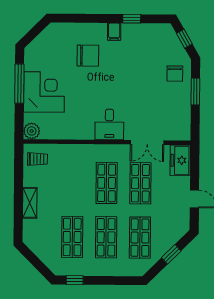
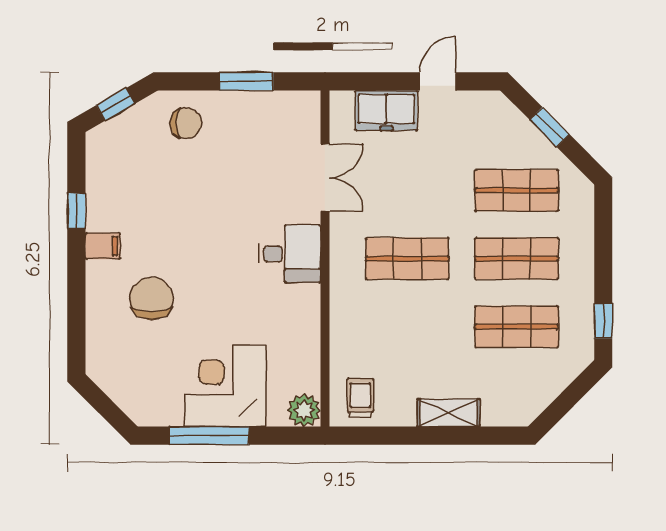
window: (195, 91) -> (246, 81), moved
freezer: (180, 160) -> (386, 110), moved
shop shelf: (140, 183) -> (407, 190), removed

